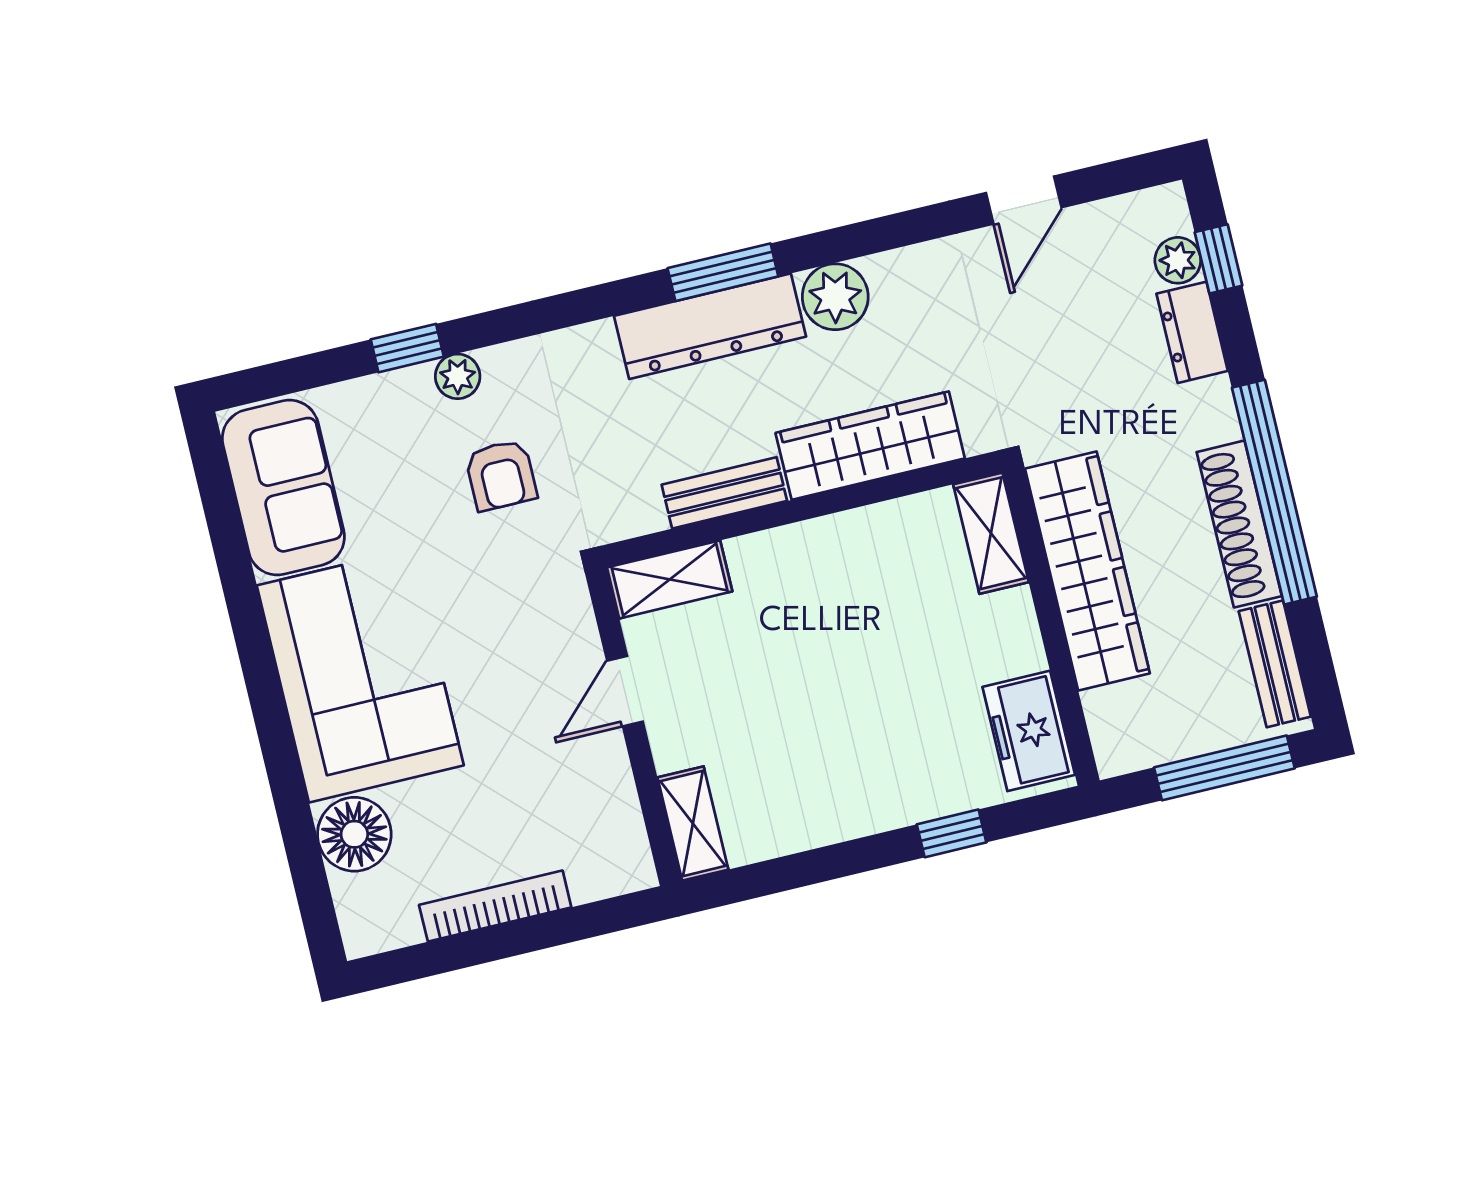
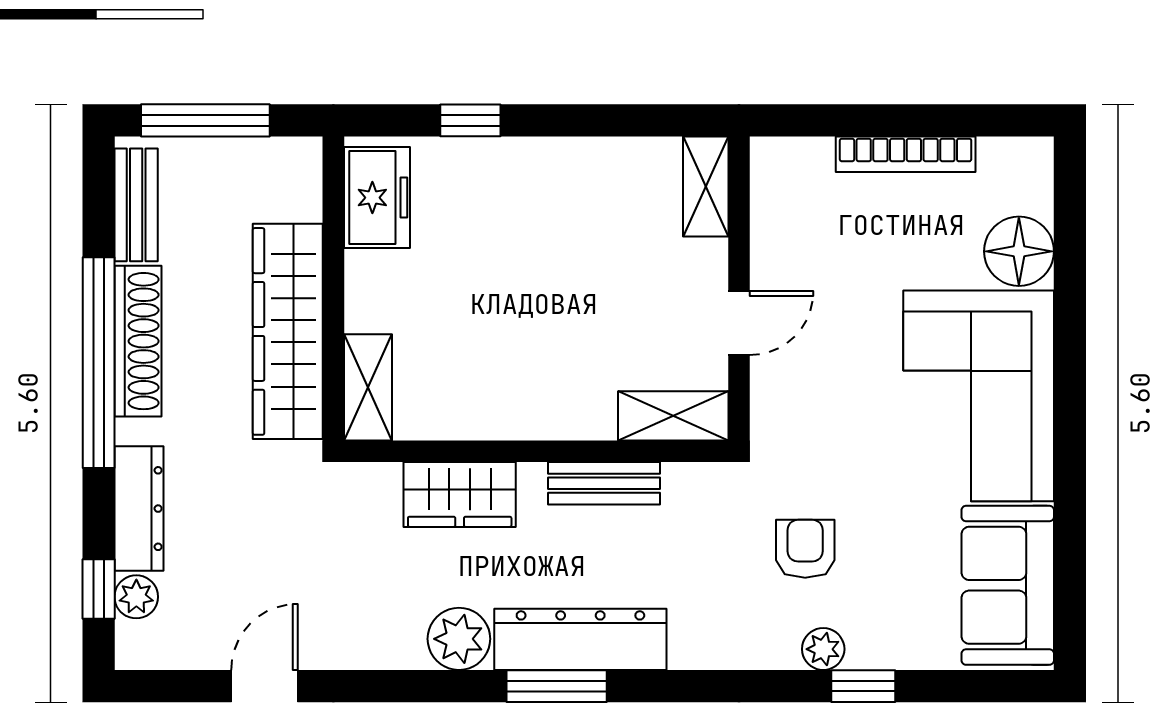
dresser: (1192, 332) -> (139, 509), width x1.44
wardrobe: (870, 446) -> (460, 494), width x0.67

